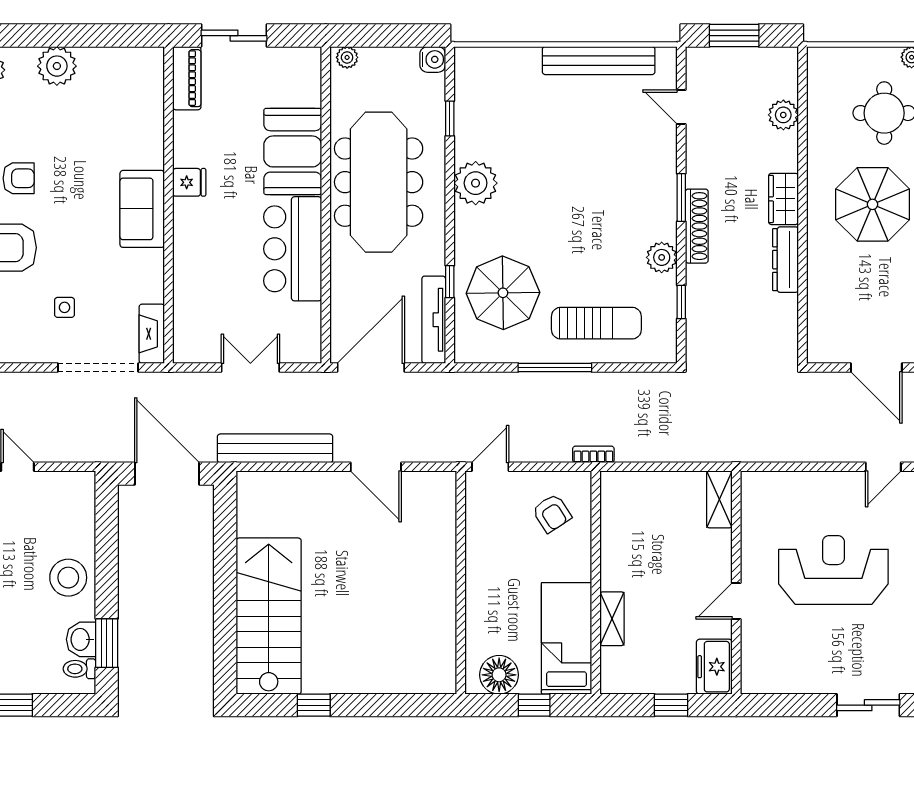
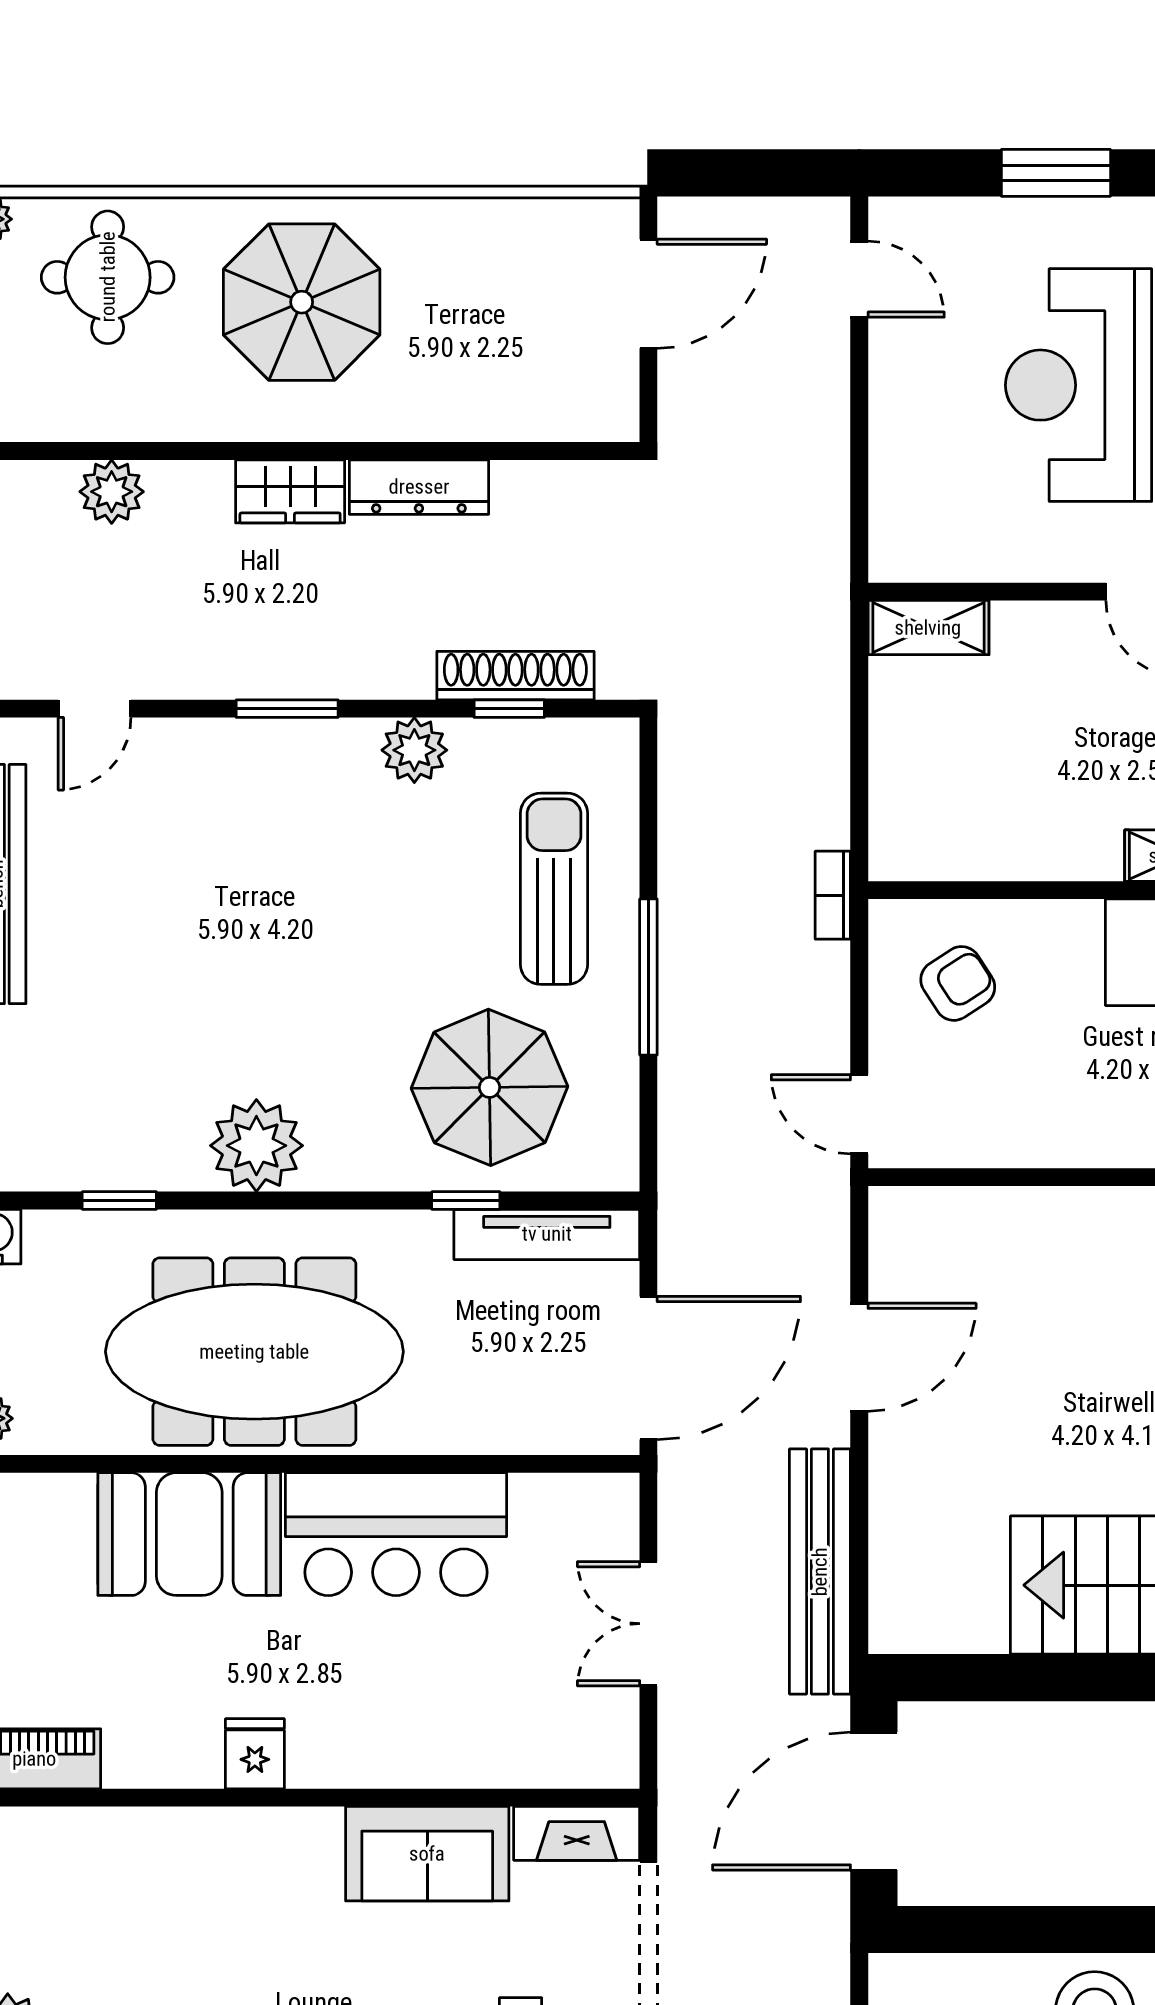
sofa: (142, 209) -> (427, 1854), moved
shoe rack: (697, 226) -> (515, 676), moved
door: (371, 368) -> (648, 1368), swing flipped

